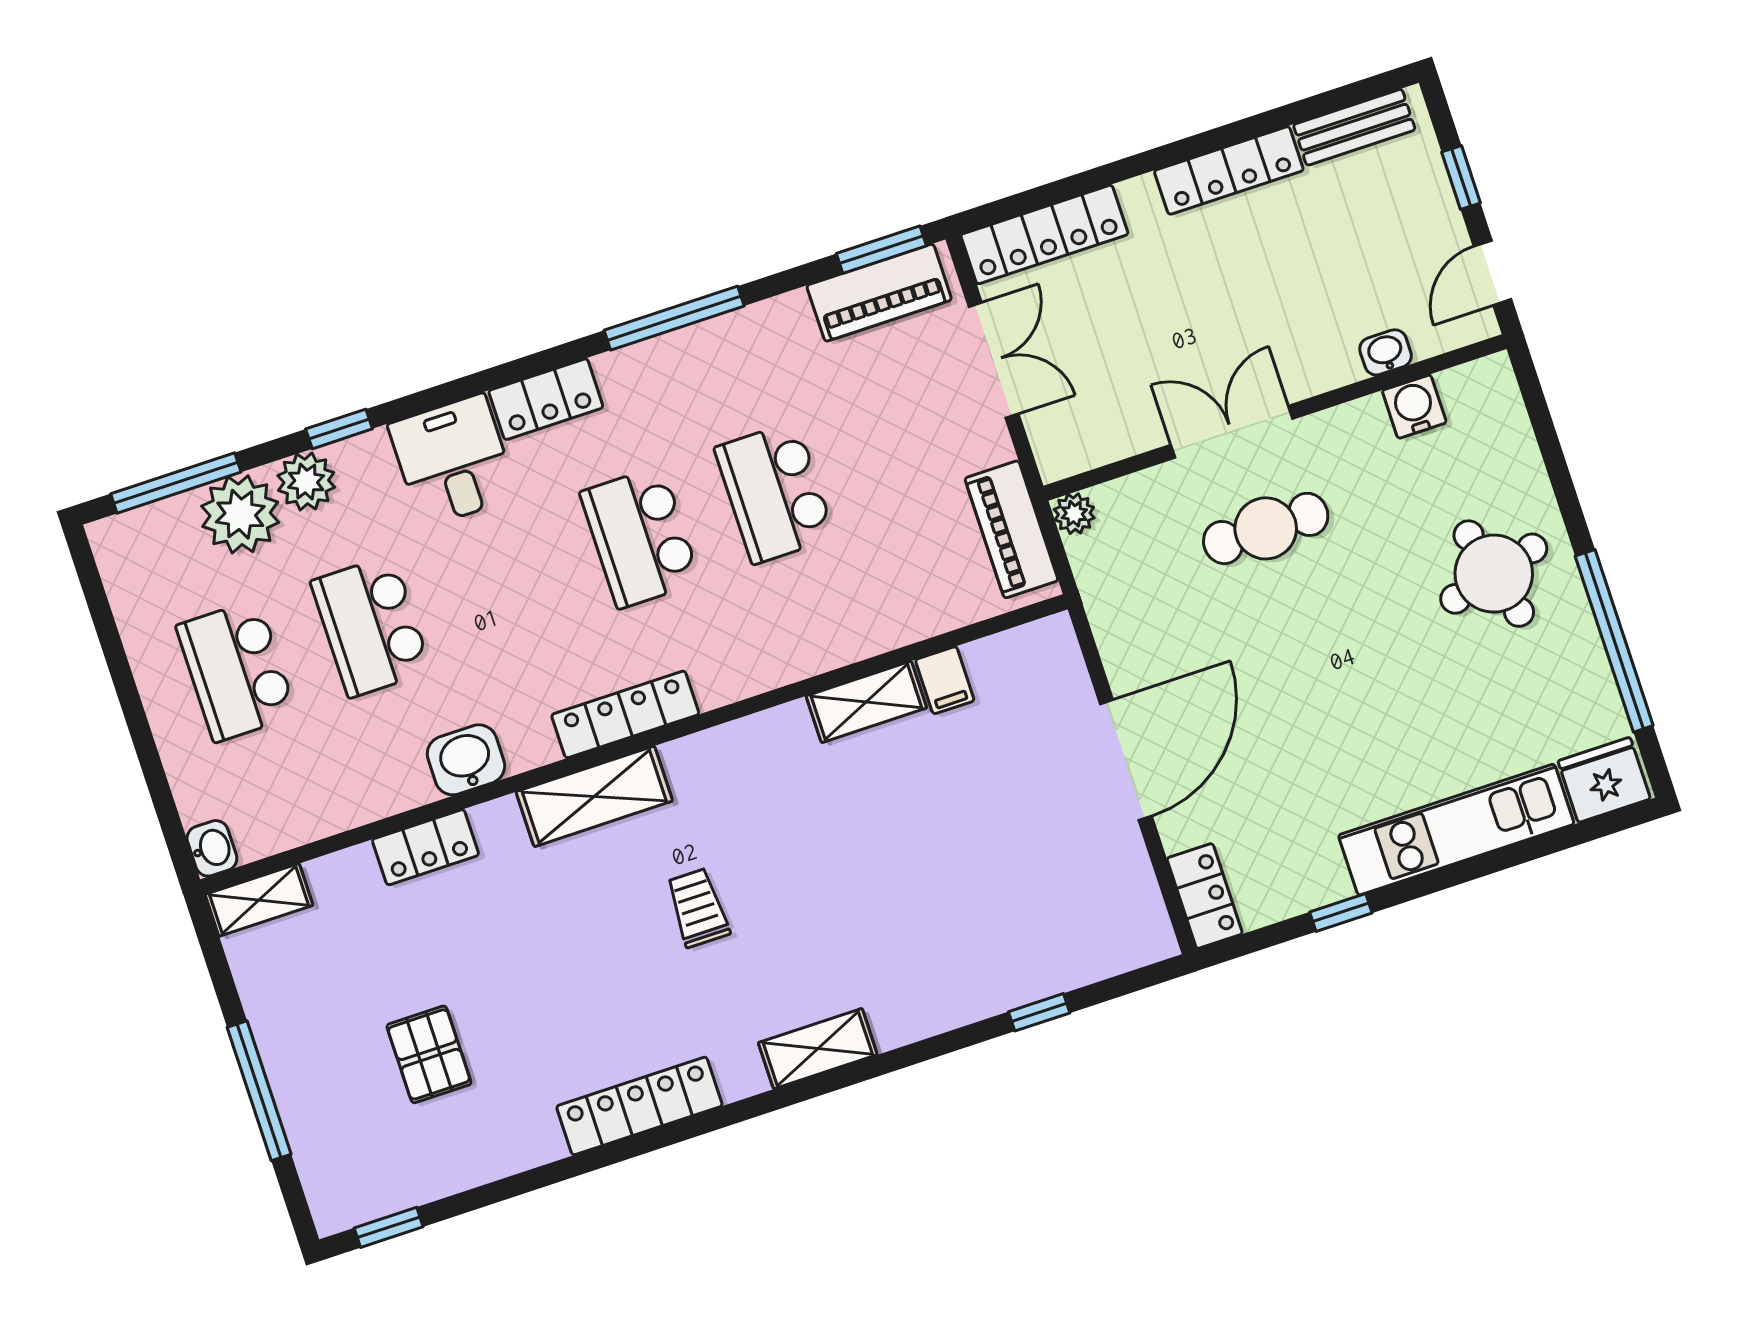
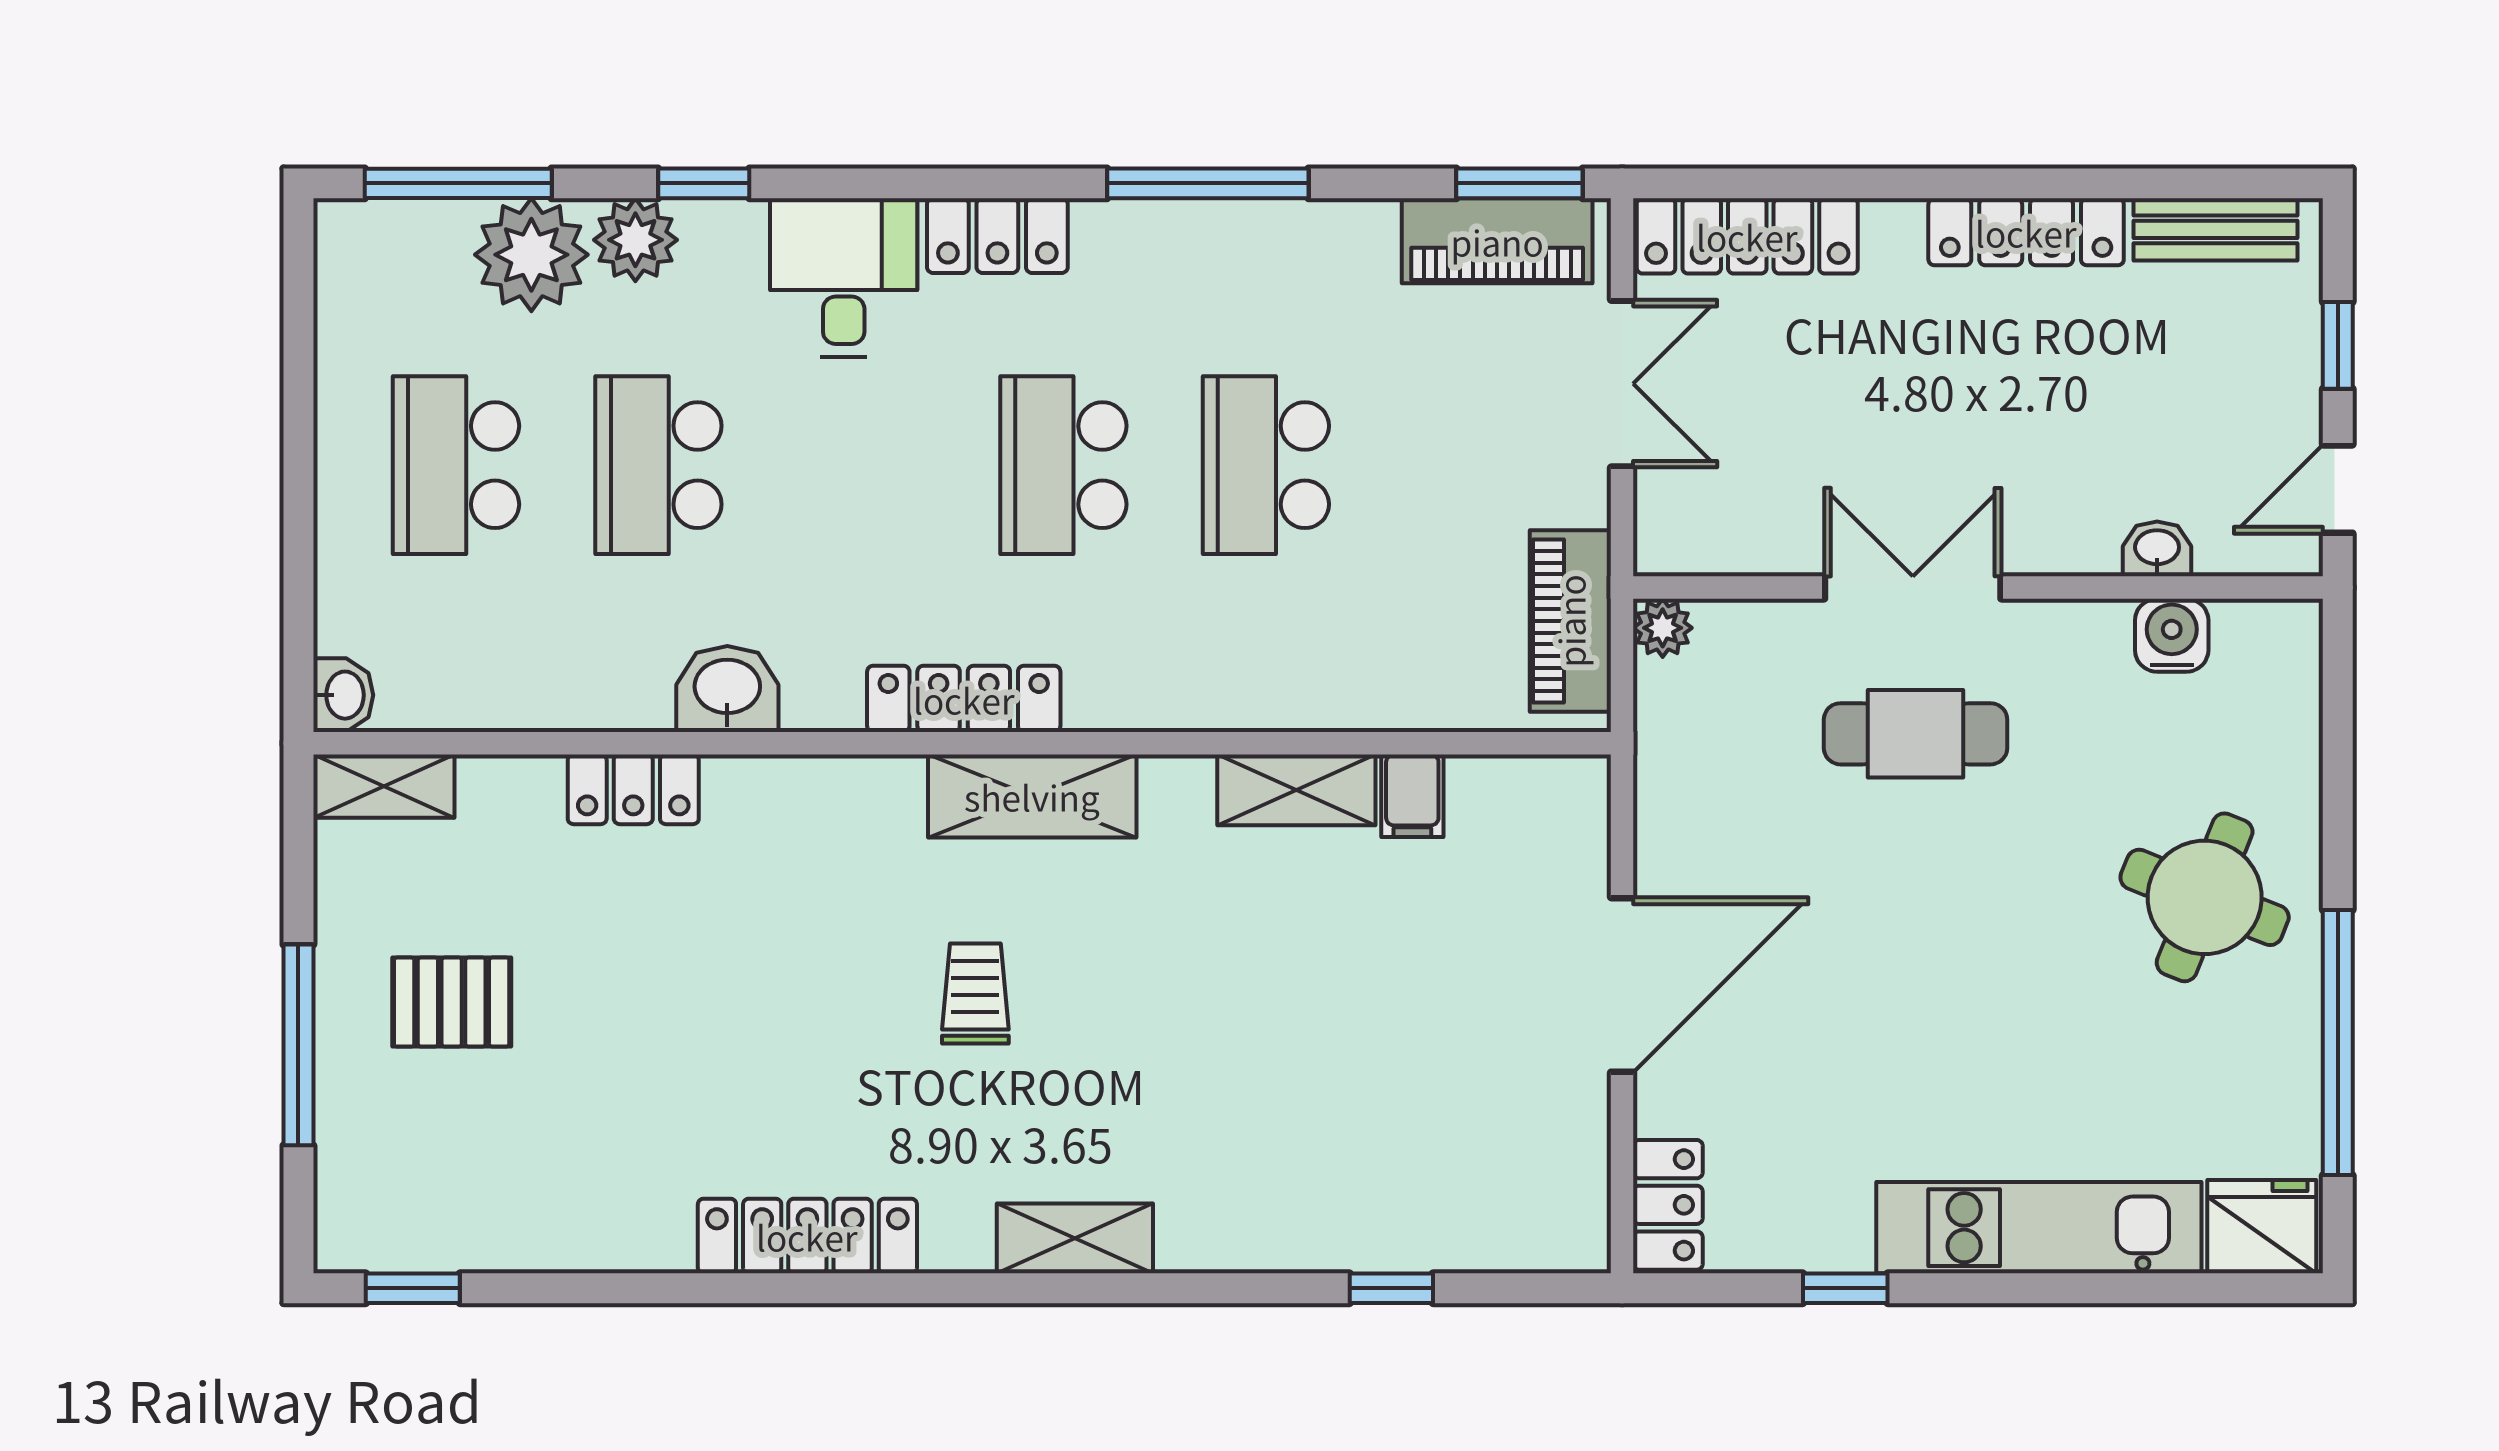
round table: (1494, 574) -> (2205, 897), turned 37
shelving: (594, 796) -> (1032, 796), moved
pallet: (429, 1054) -> (452, 1002), moved, turned 90

